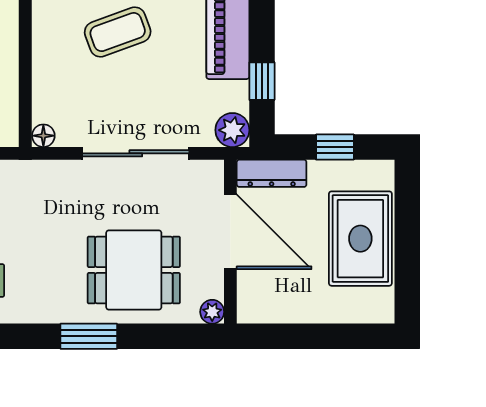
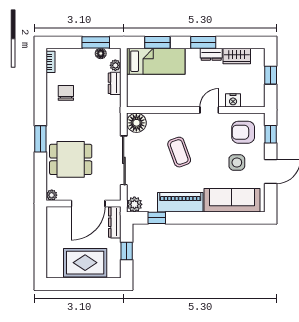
floor lamp: (43, 136) -> (136, 123), width x1.89, depth x1.89
dining table: (134, 270) -> (71, 159), turned 90

